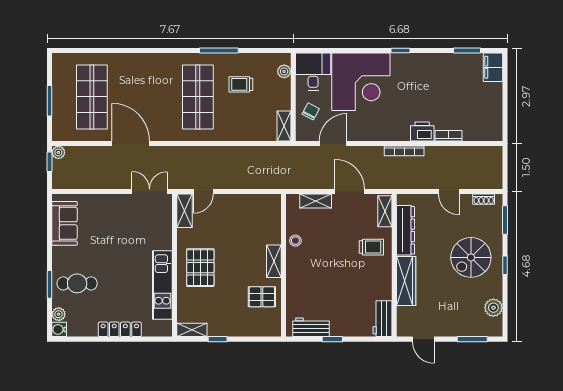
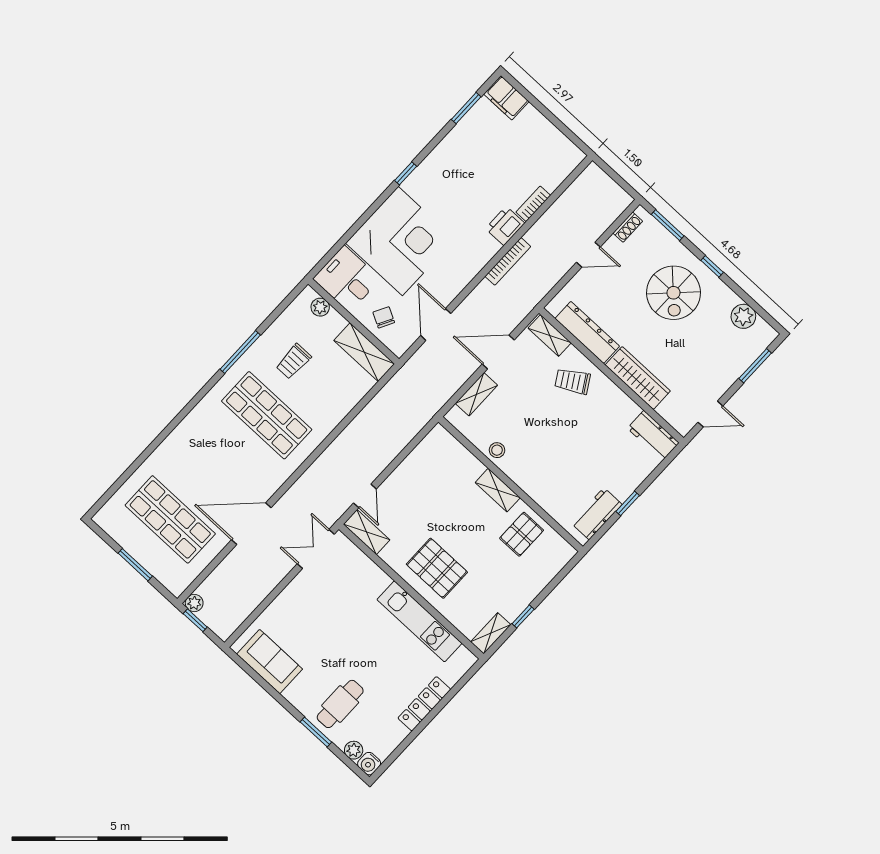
shelving: (284, 126) -> (364, 352), width x1.50, depth x1.33
trolley: (371, 247) -> (573, 381), turned -121

